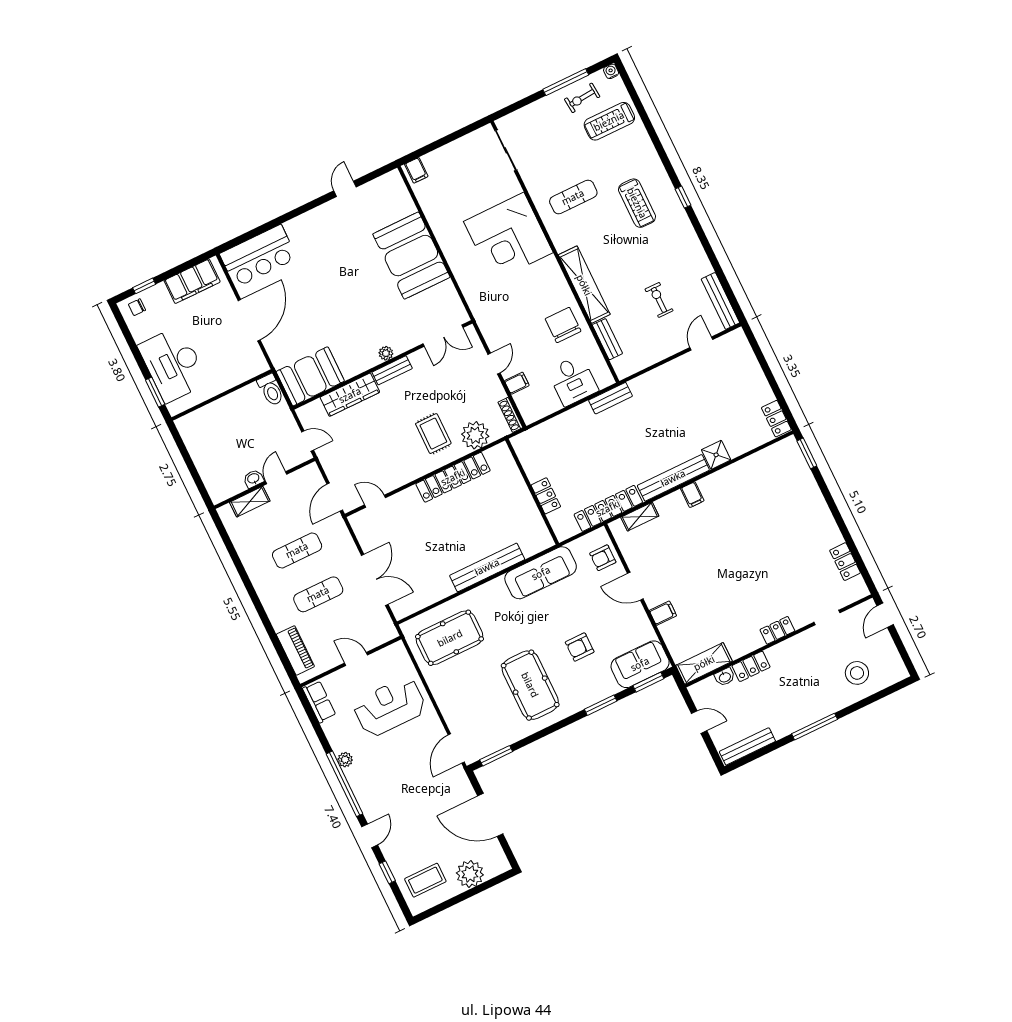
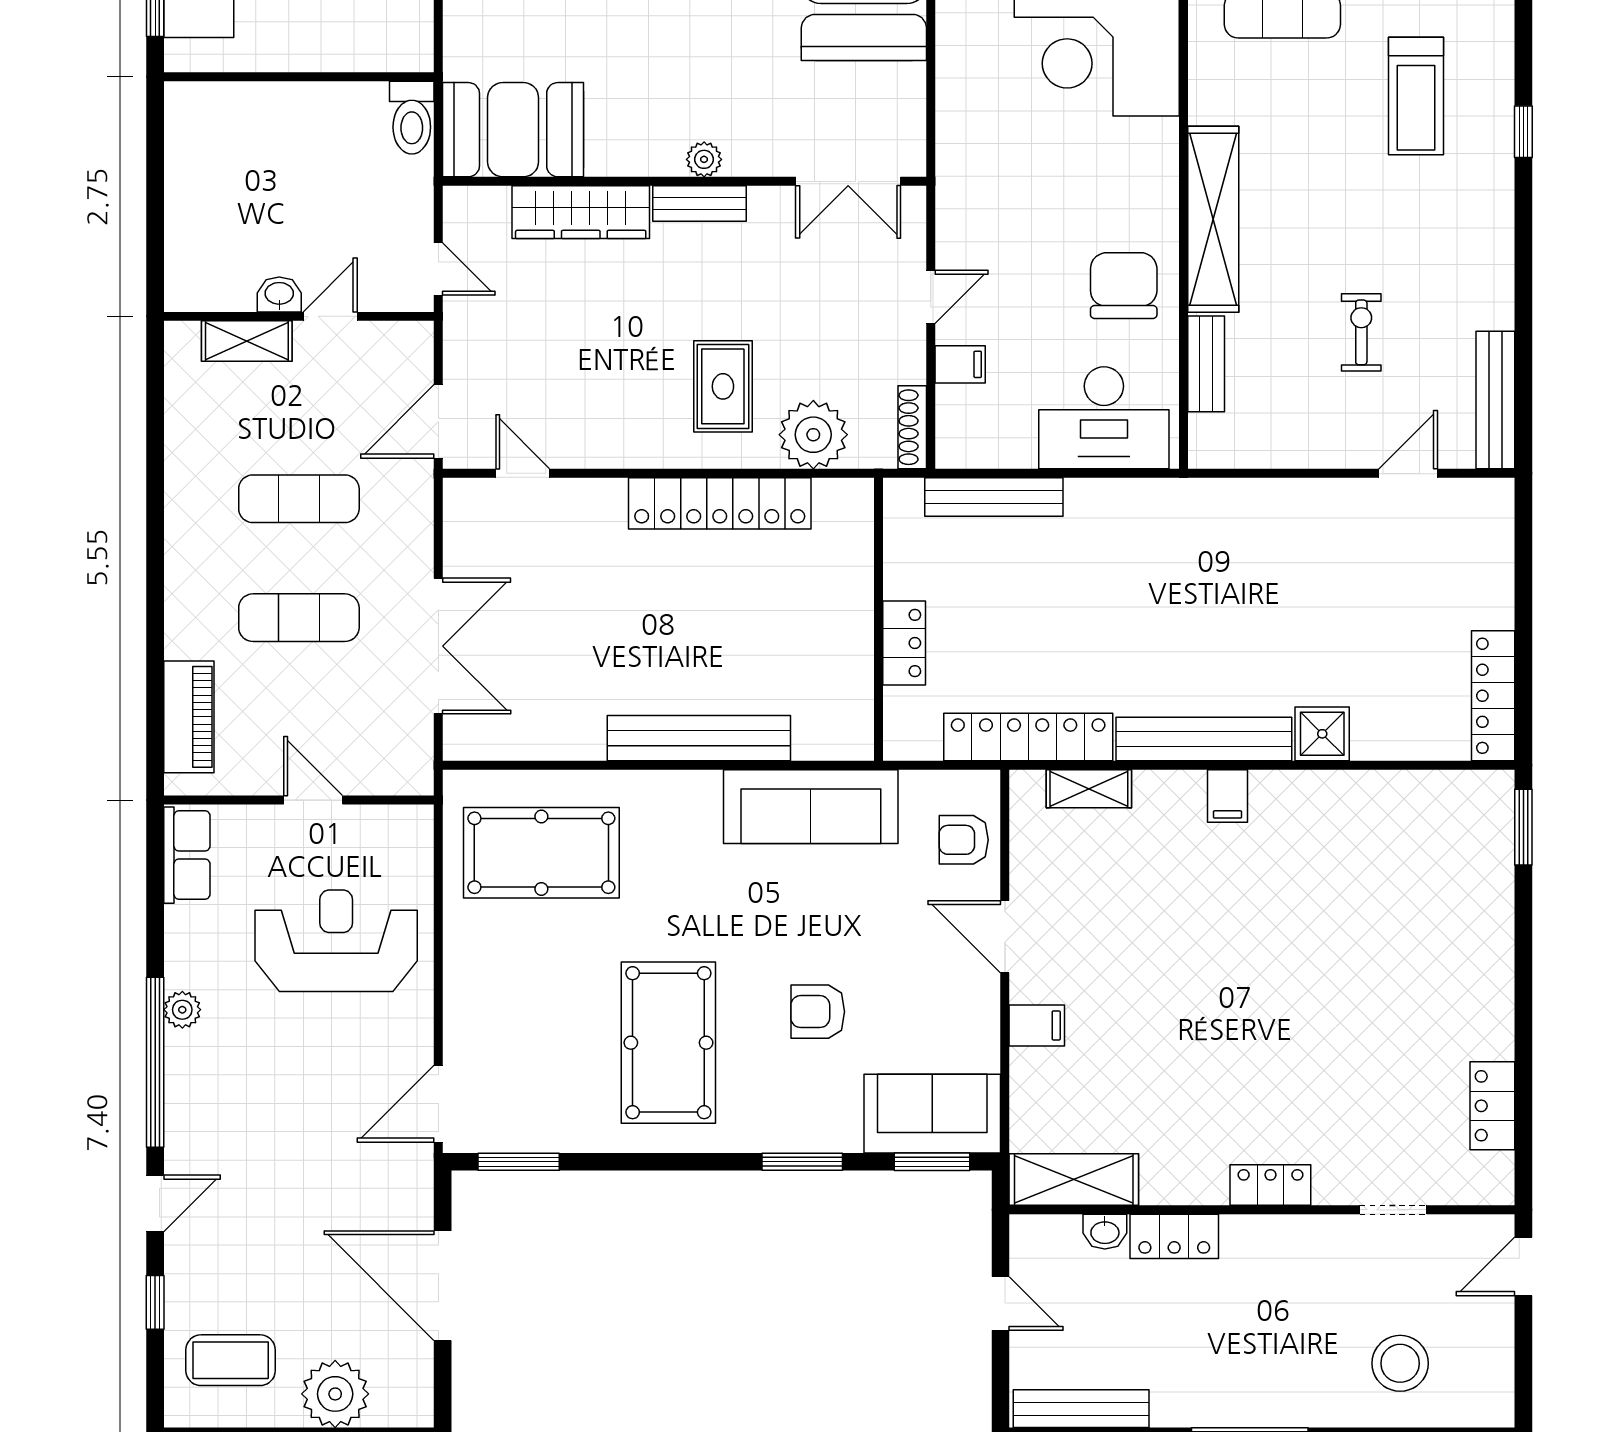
desk: (573, 380) -> (1104, 418), width x1.37
bench: (610, 398) -> (994, 497), moved, width x1.36
locker: (776, 419) -> (1493, 696), width x1.53

